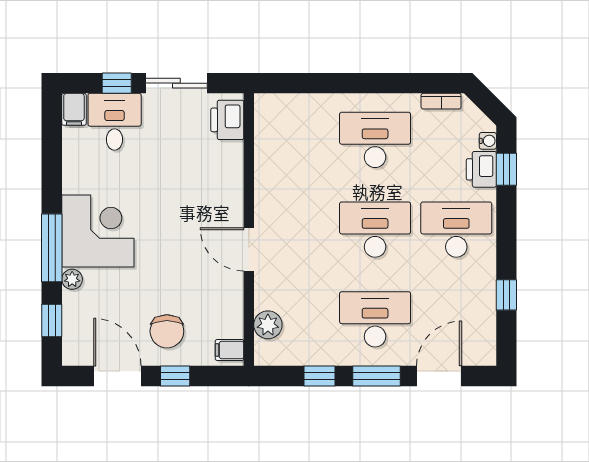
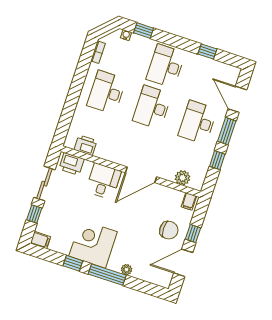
desk: (115, 122) -> (103, 181), moved, turned 90
printer: (481, 169) -> (86, 145), moved, turned 180
corner desk: (98, 231) -> (93, 244), moved
door: (249, 249) -> (141, 175), width x1.36
window: (52, 320) -> (73, 263), moved

